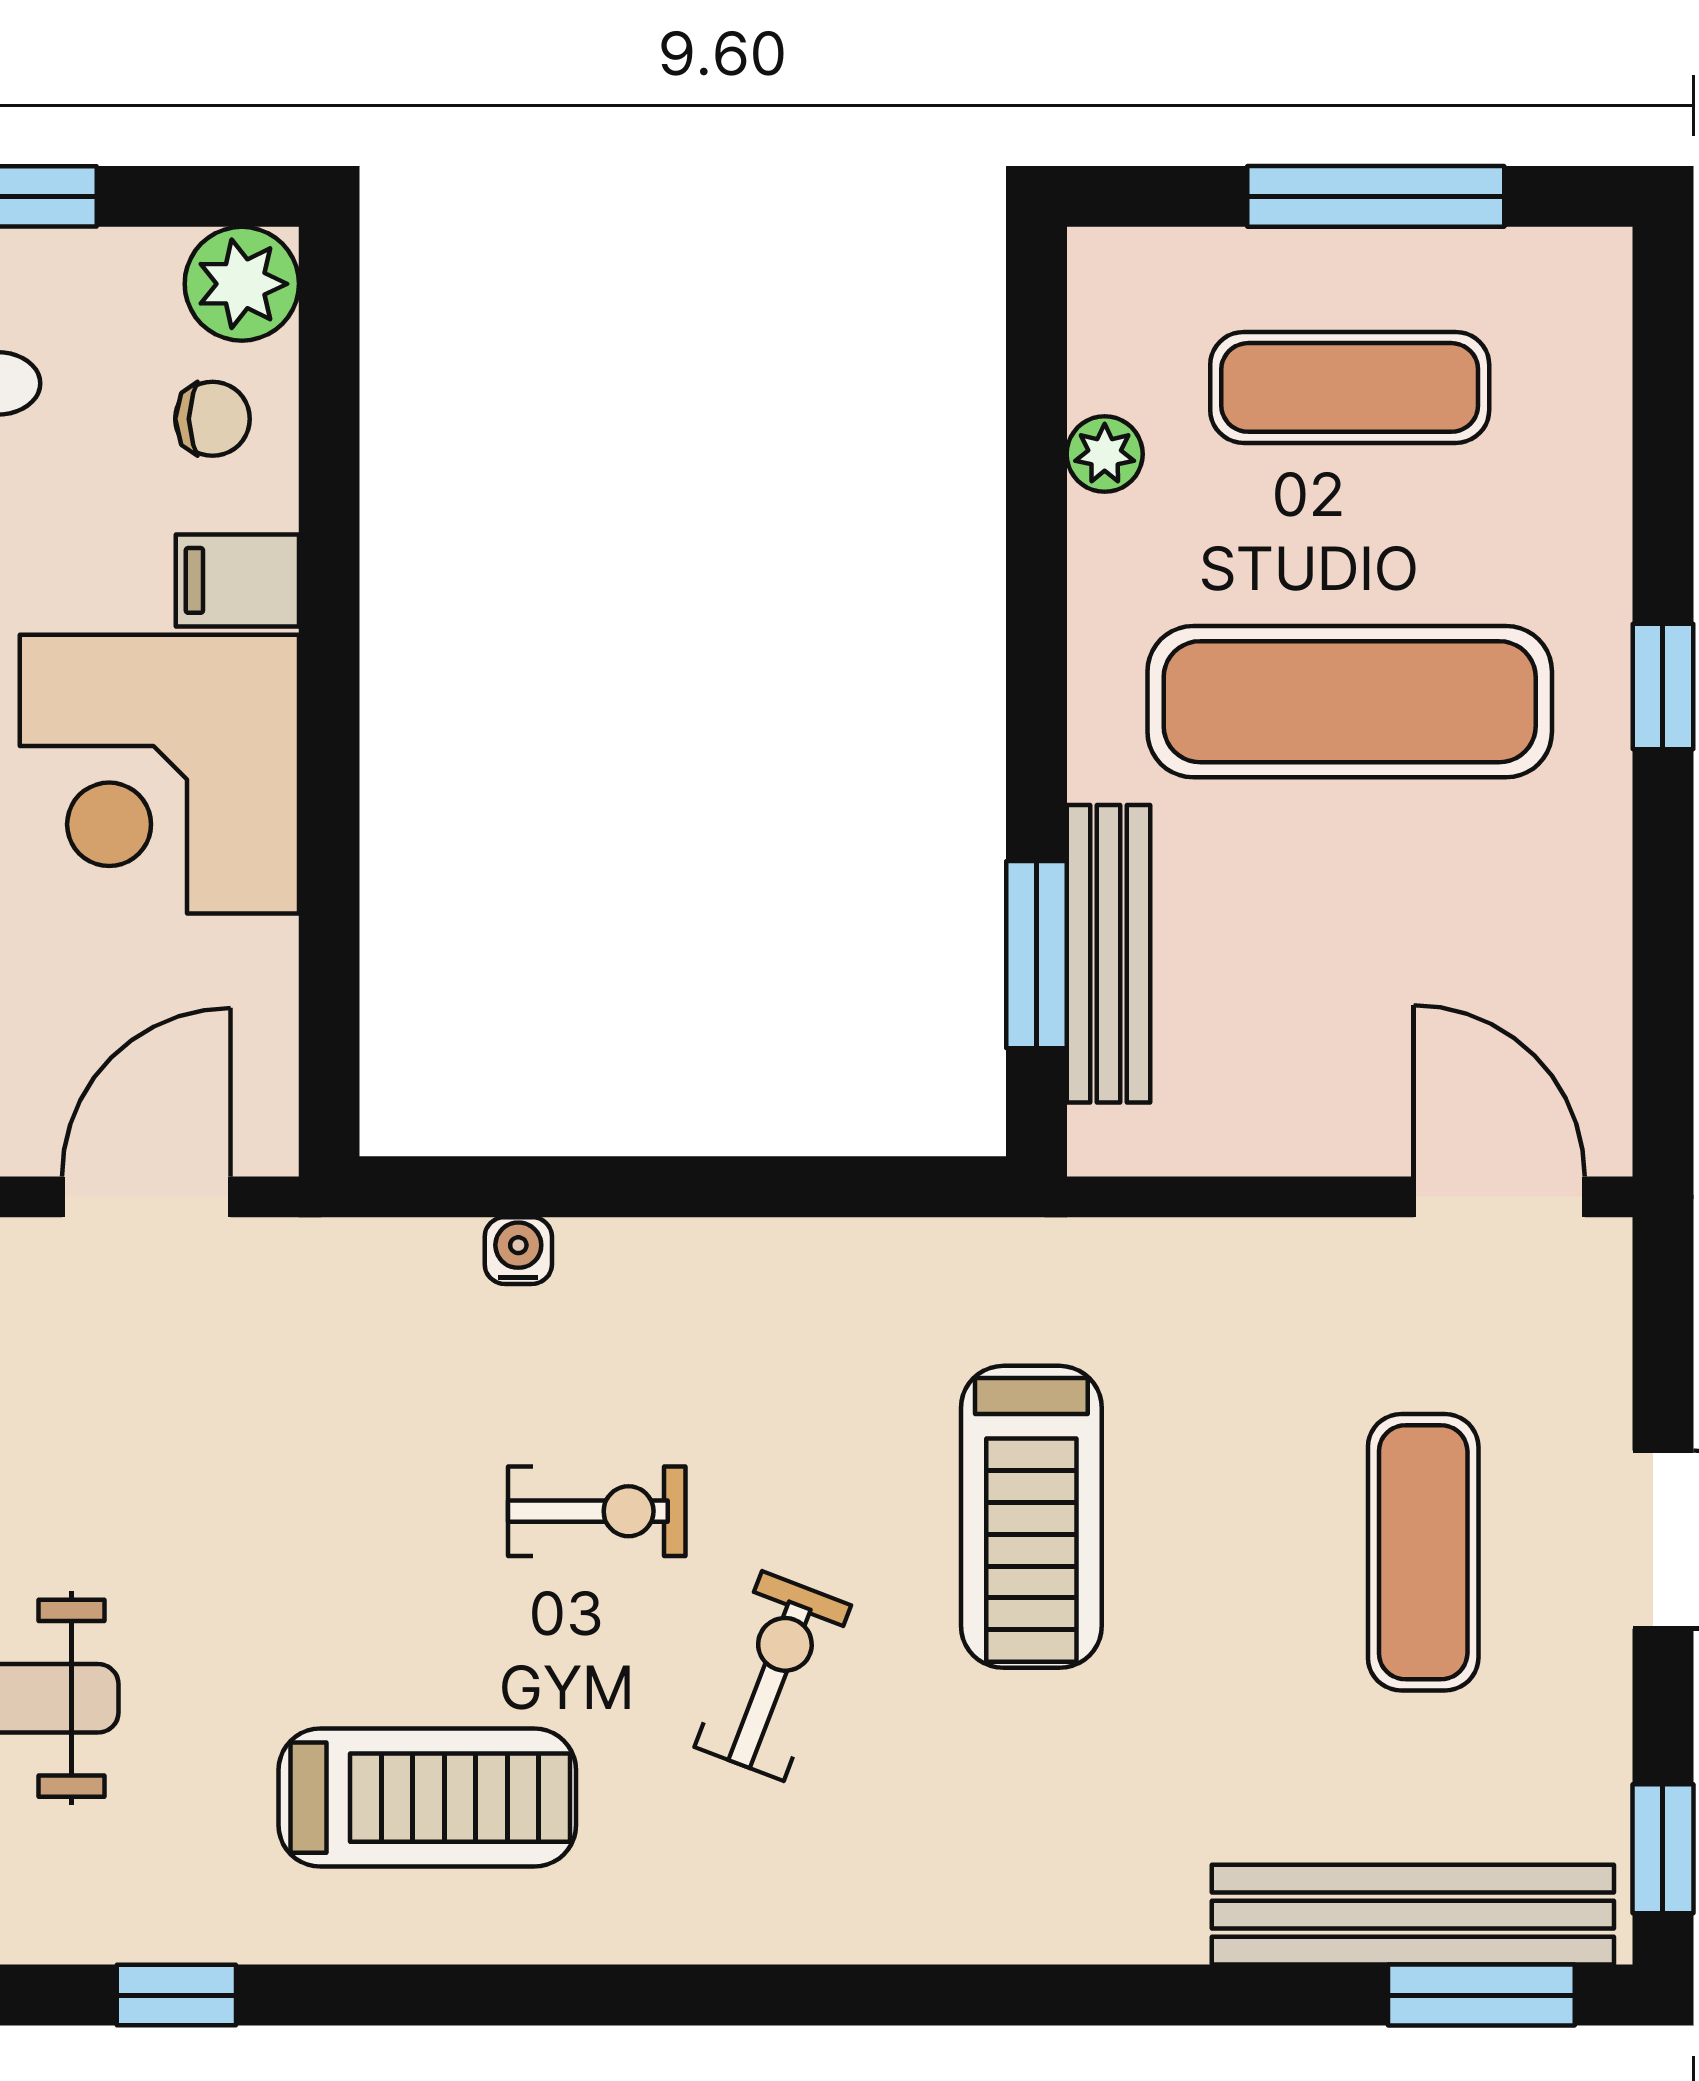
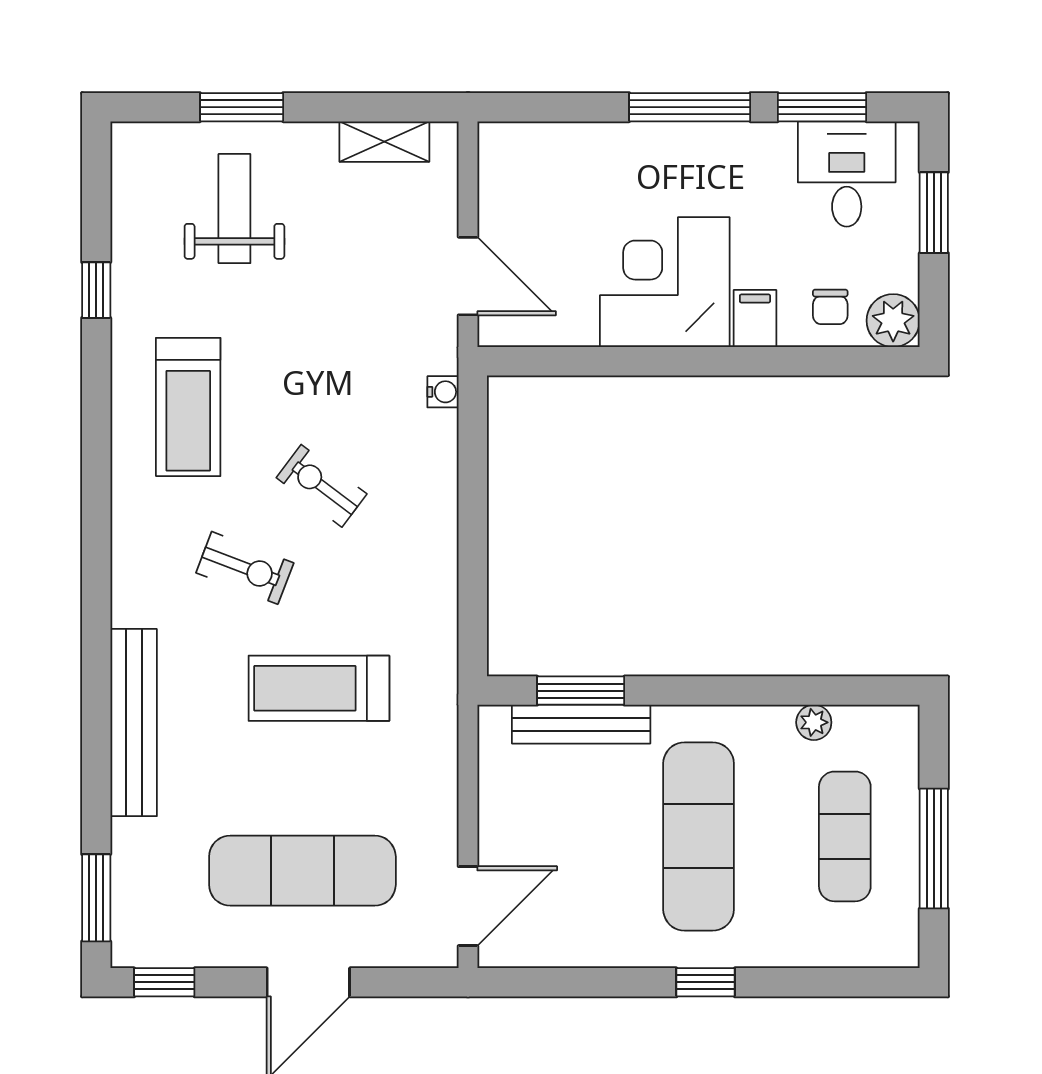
water cooler: (518, 1251) -> (443, 392), moved
exercise bike: (597, 1511) -> (322, 486), turned 127
exercise mat: (1423, 1552) -> (302, 871), width x1.36, depth x1.45
bench: (1413, 1915) -> (134, 723), moved

